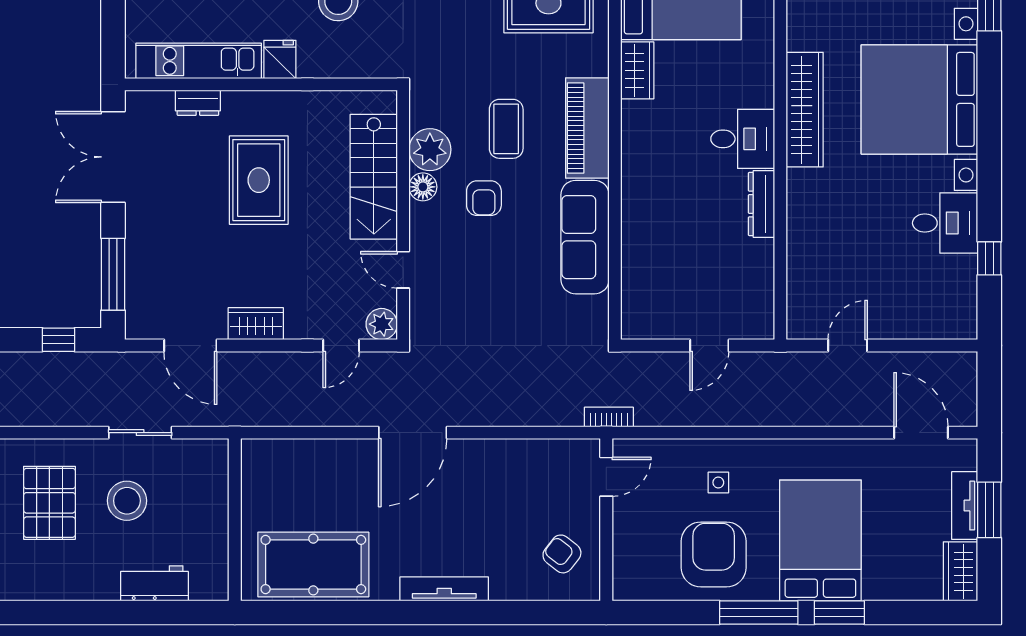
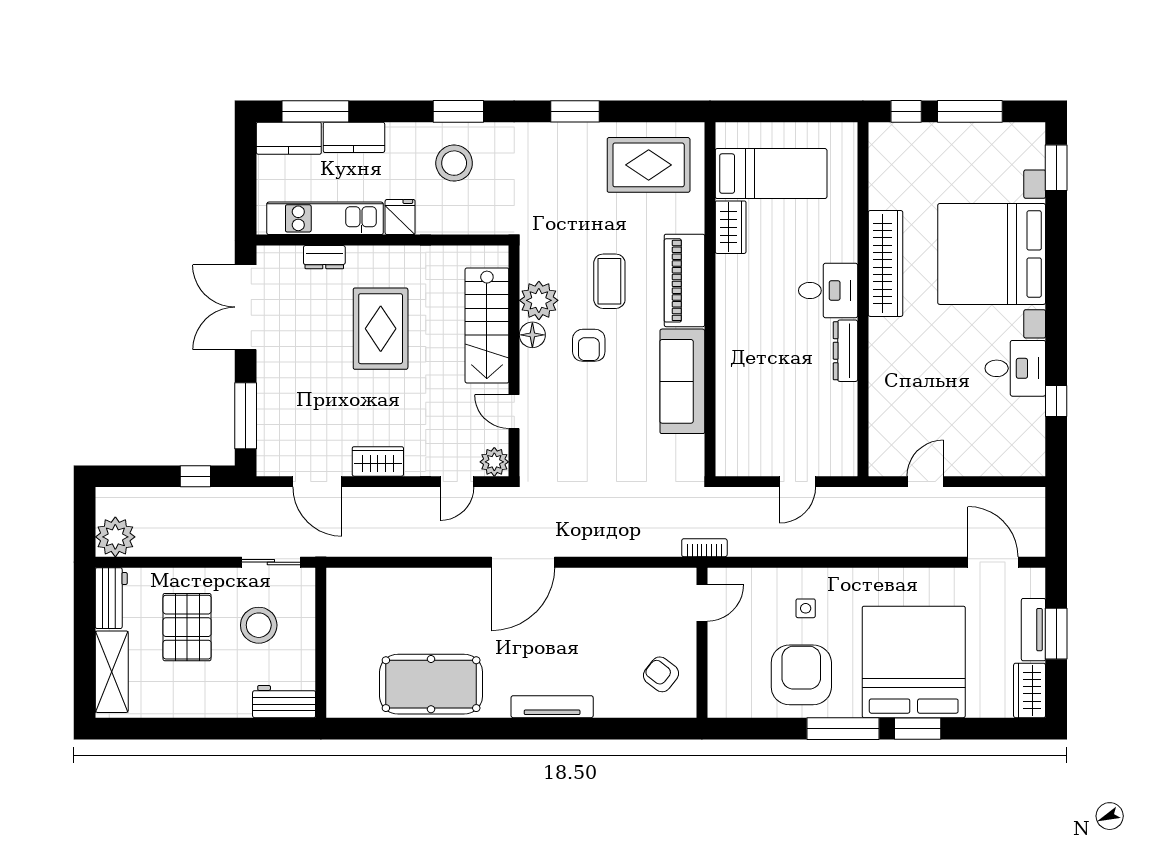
wall: (235, 520) -> (321, 643), moved
bed: (820, 540) -> (914, 662), width x1.36

